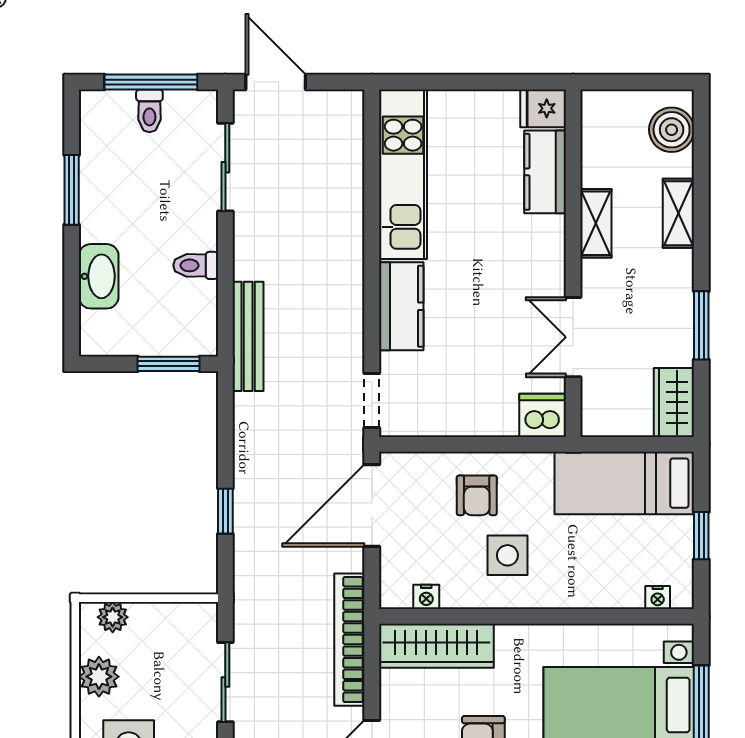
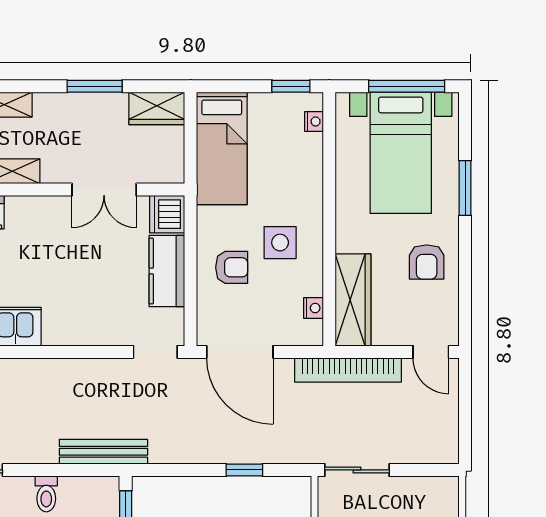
kitchen counter: (401, 306) -> (167, 271), moved, turned -90
window: (701, 536) -> (291, 86), moved
sliding door: (225, 682) -> (357, 470), moved

